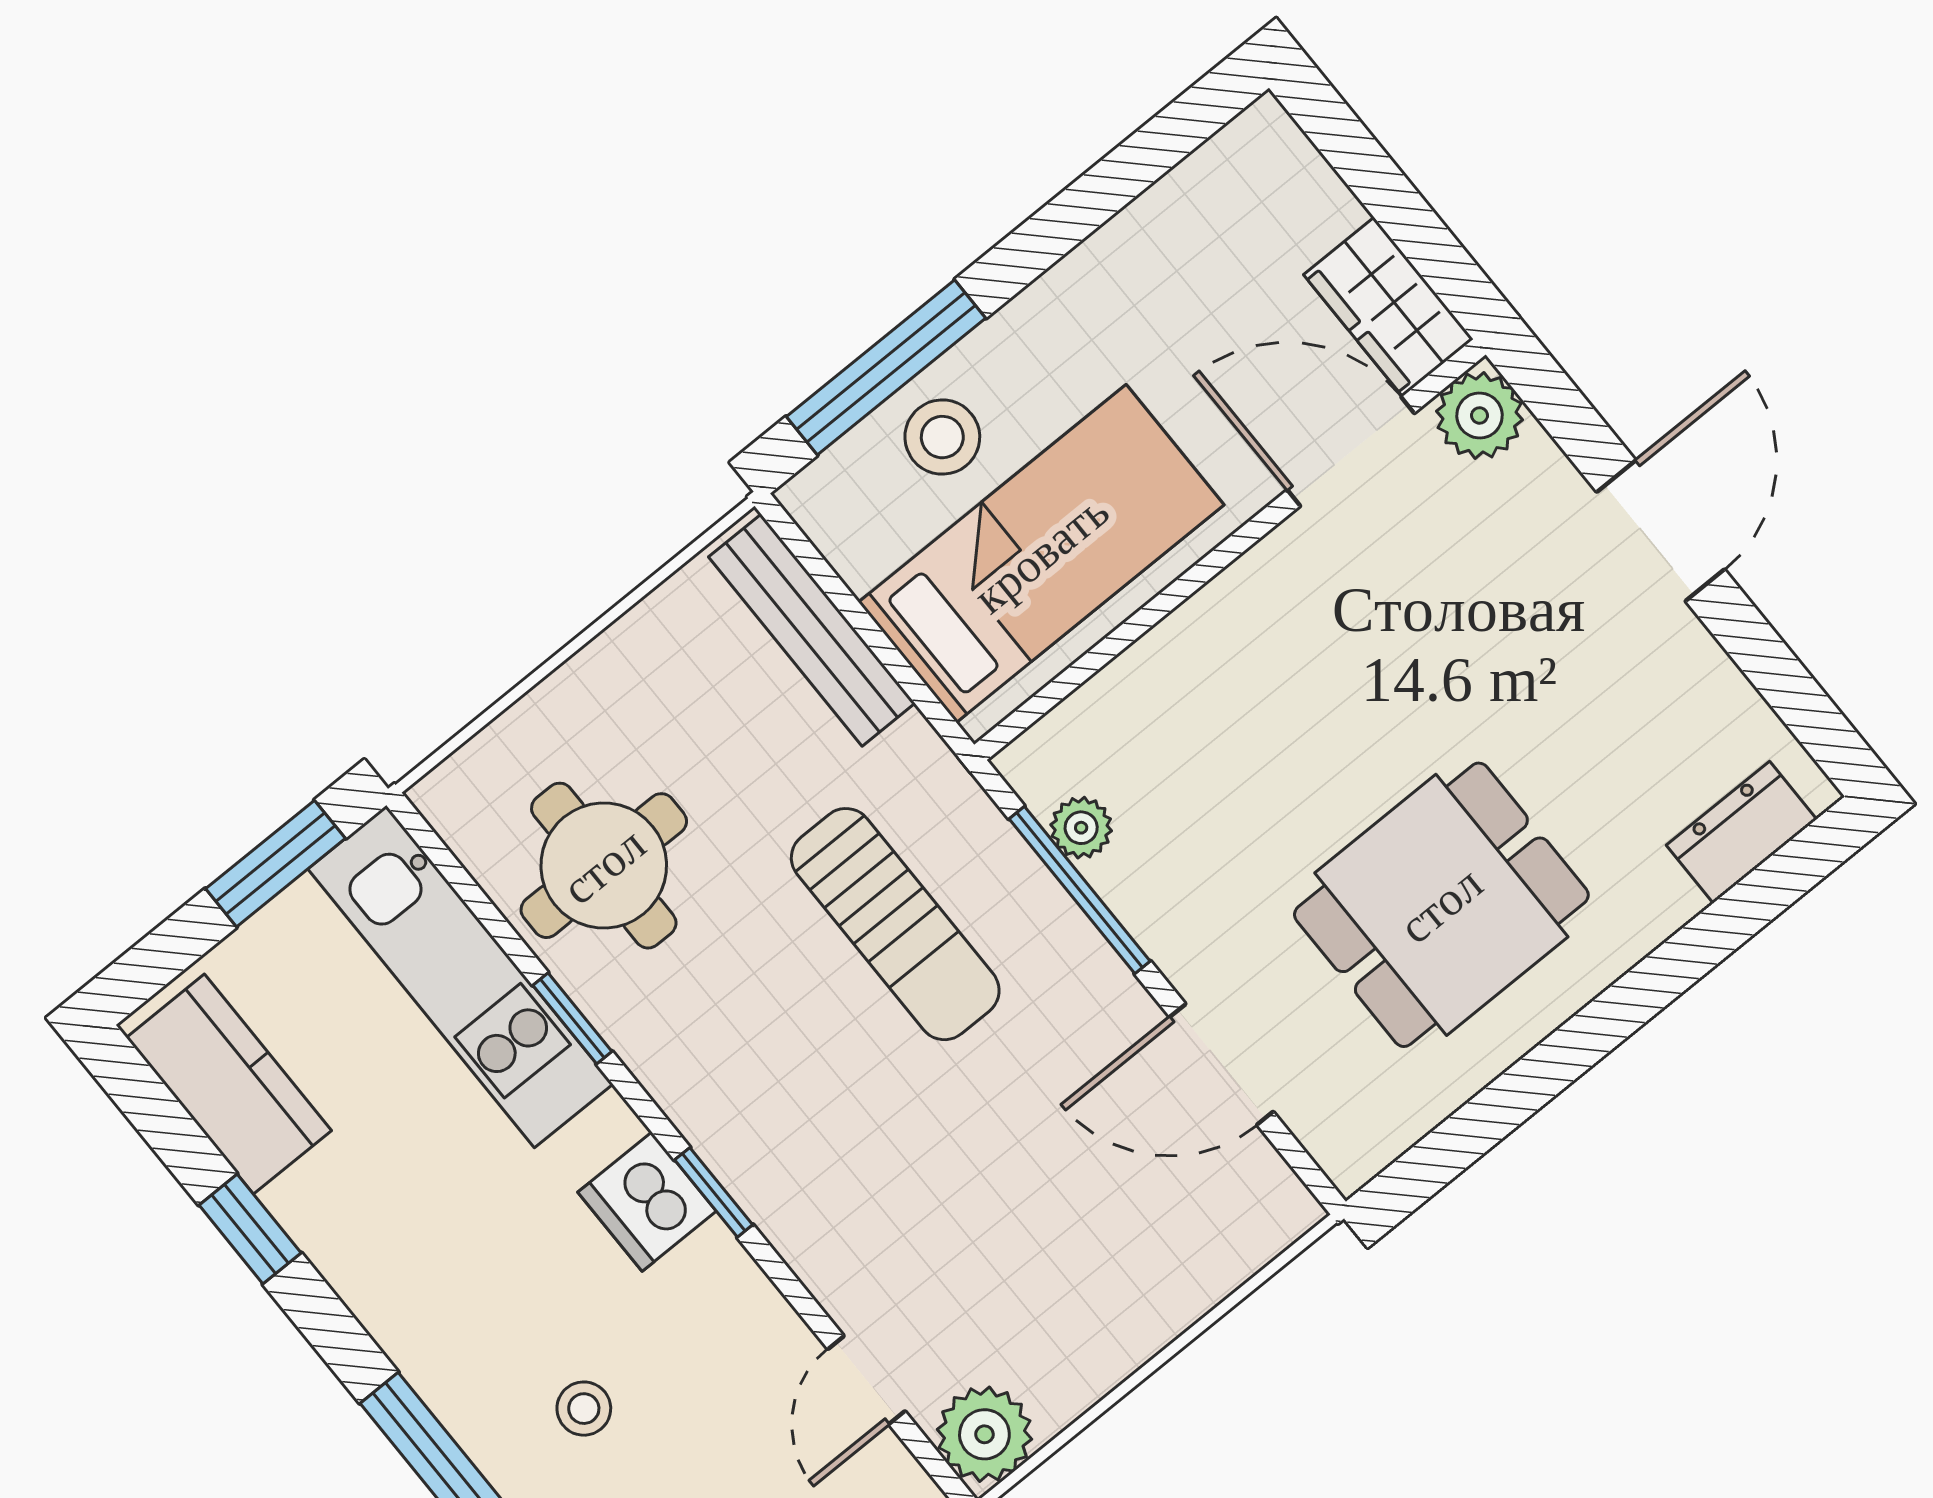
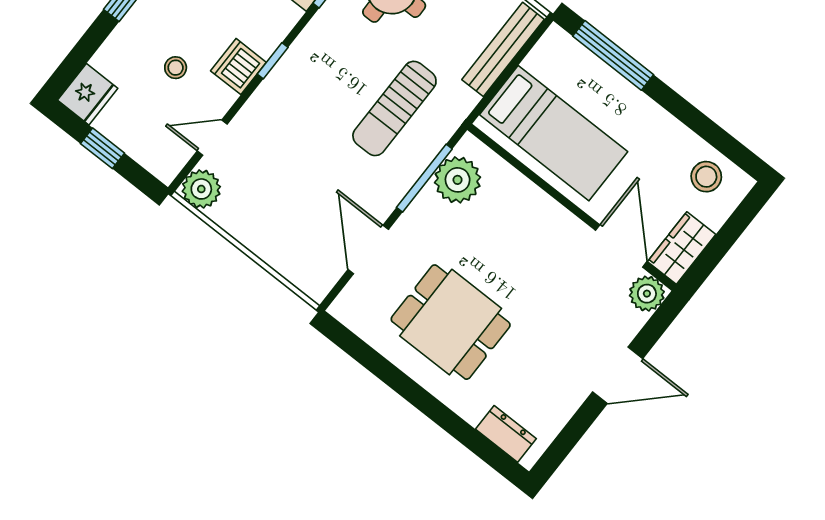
stool: (942, 437) -> (706, 177), moved
plant: (1081, 828) -> (458, 180), width x1.87, depth x1.87
dishwasher: (647, 1202) -> (238, 67), moved
stool: (584, 1409) -> (176, 68), moved

